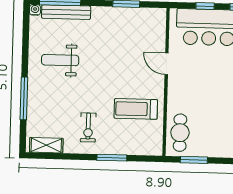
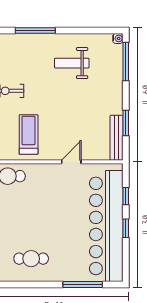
bench: (66, 12) -> (117, 138), moved
weight bench: (60, 60) -> (72, 63), turned -90

